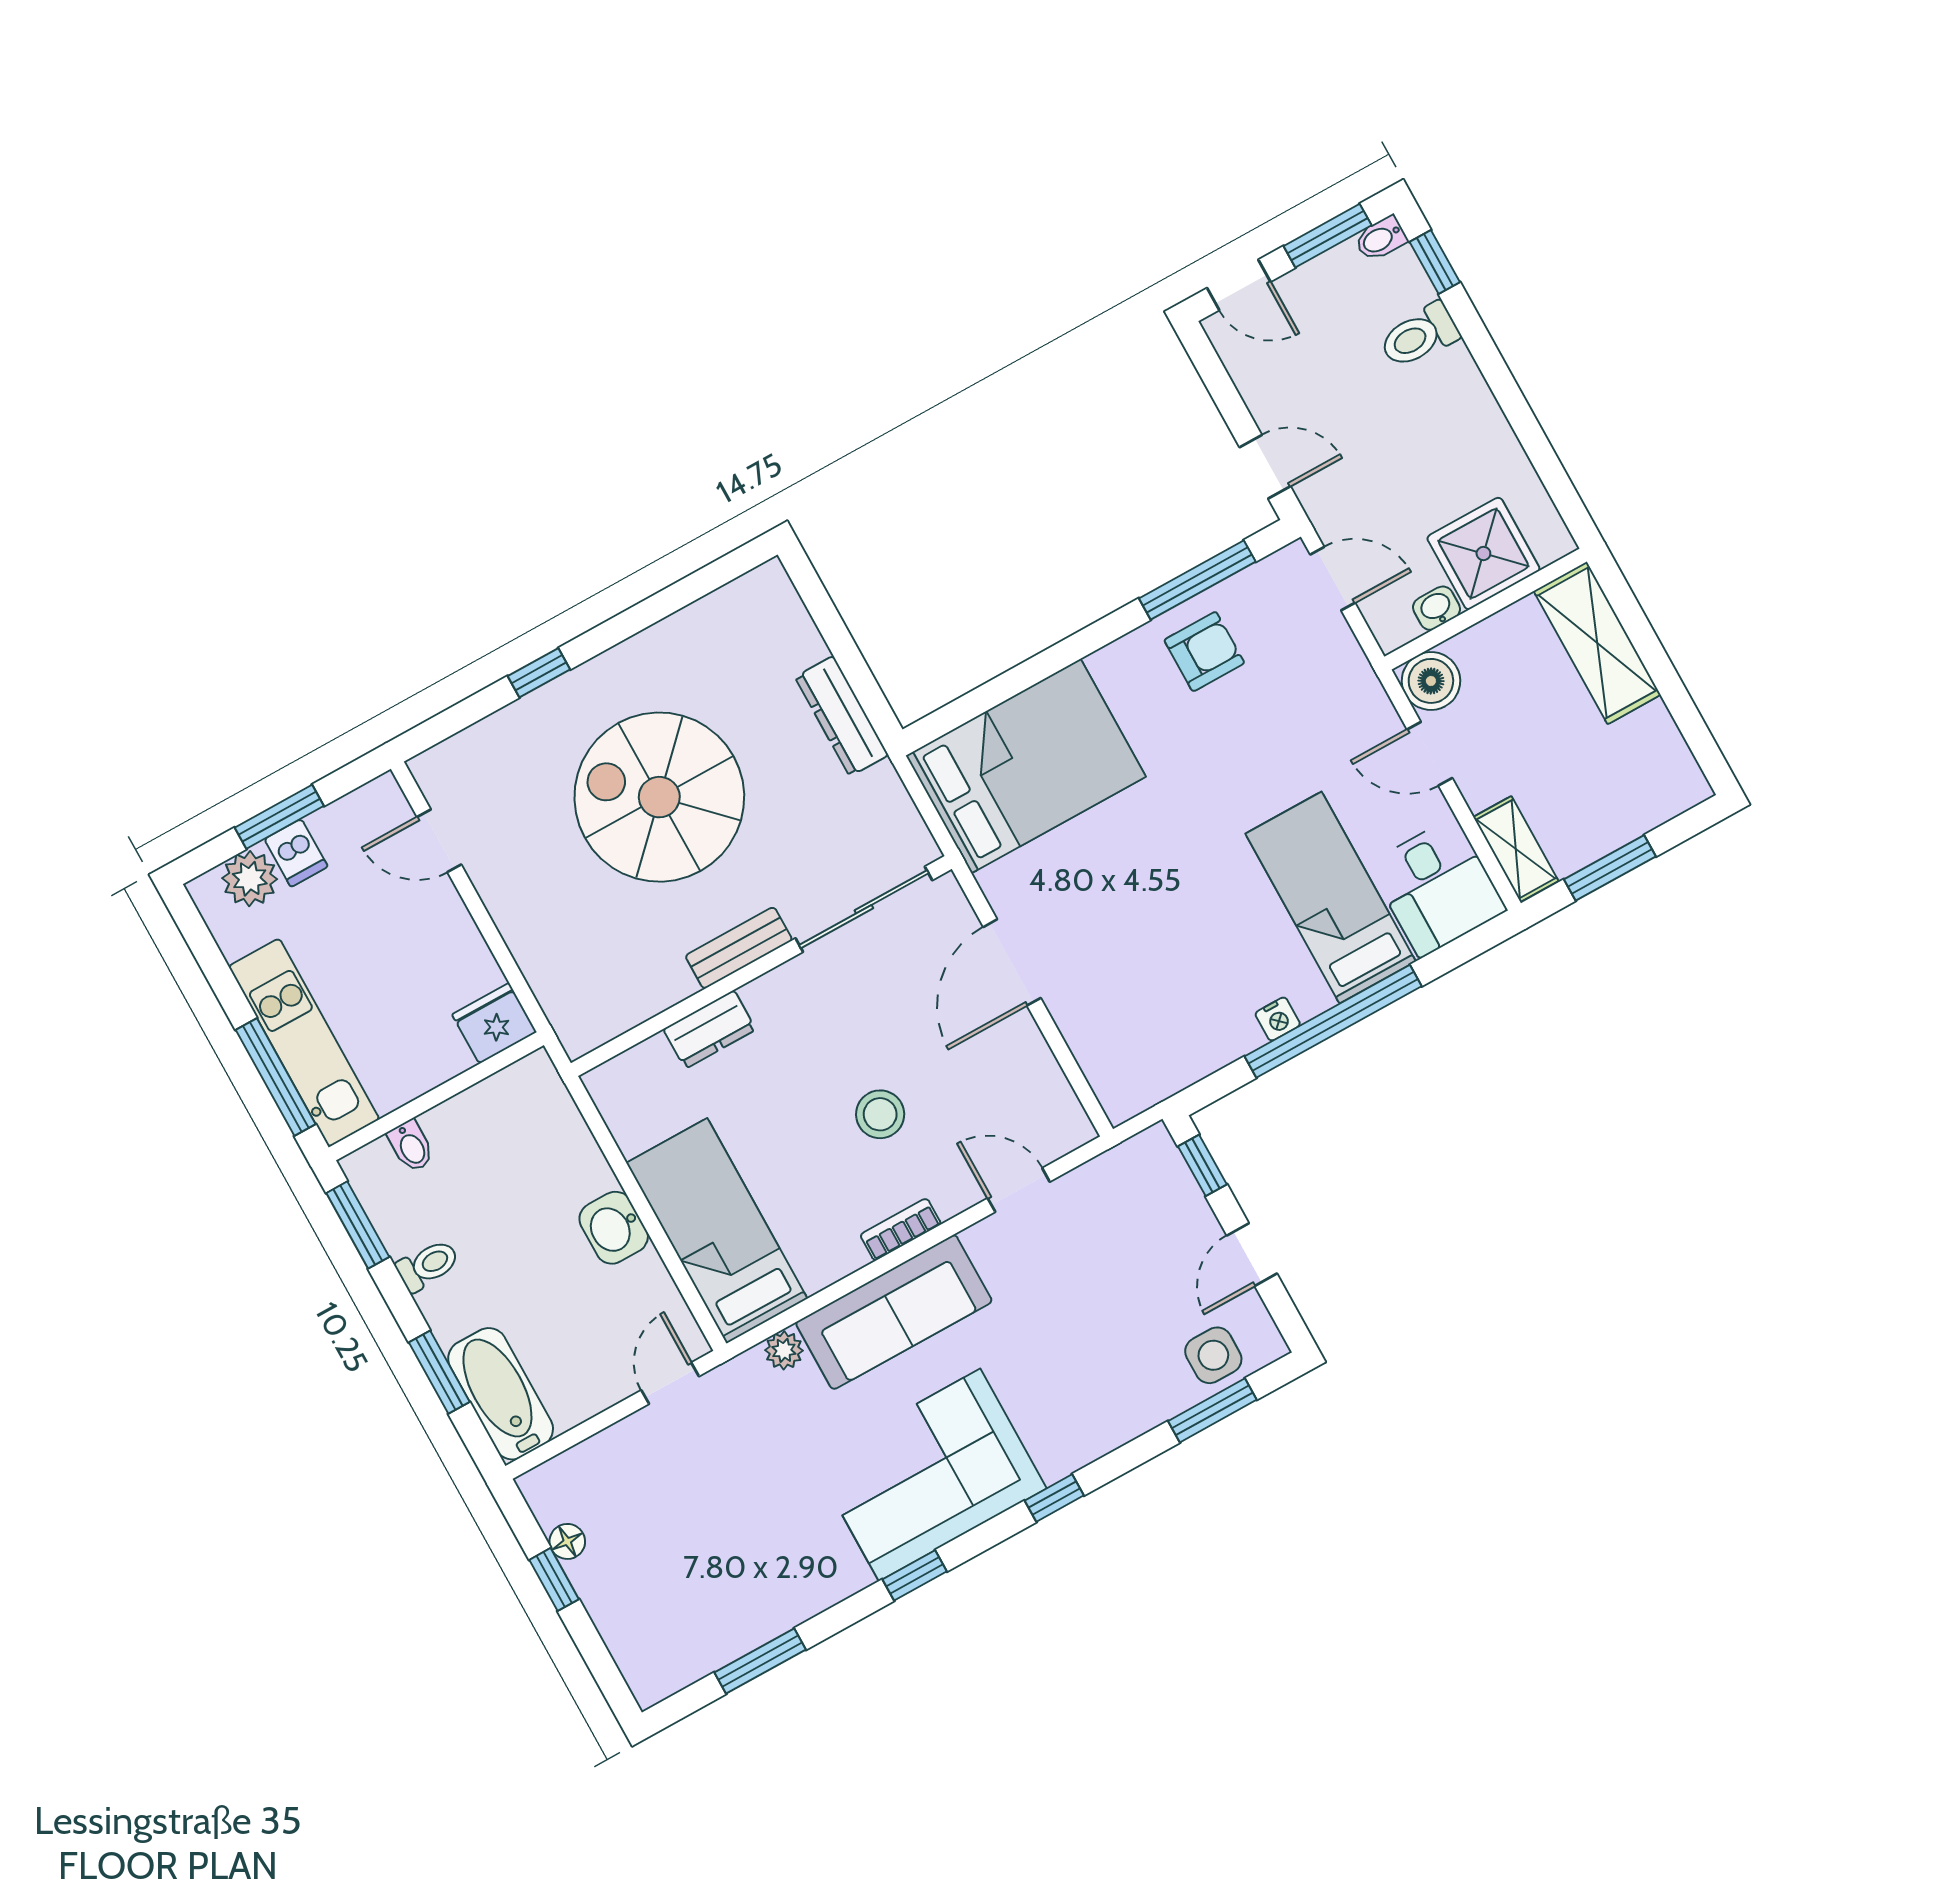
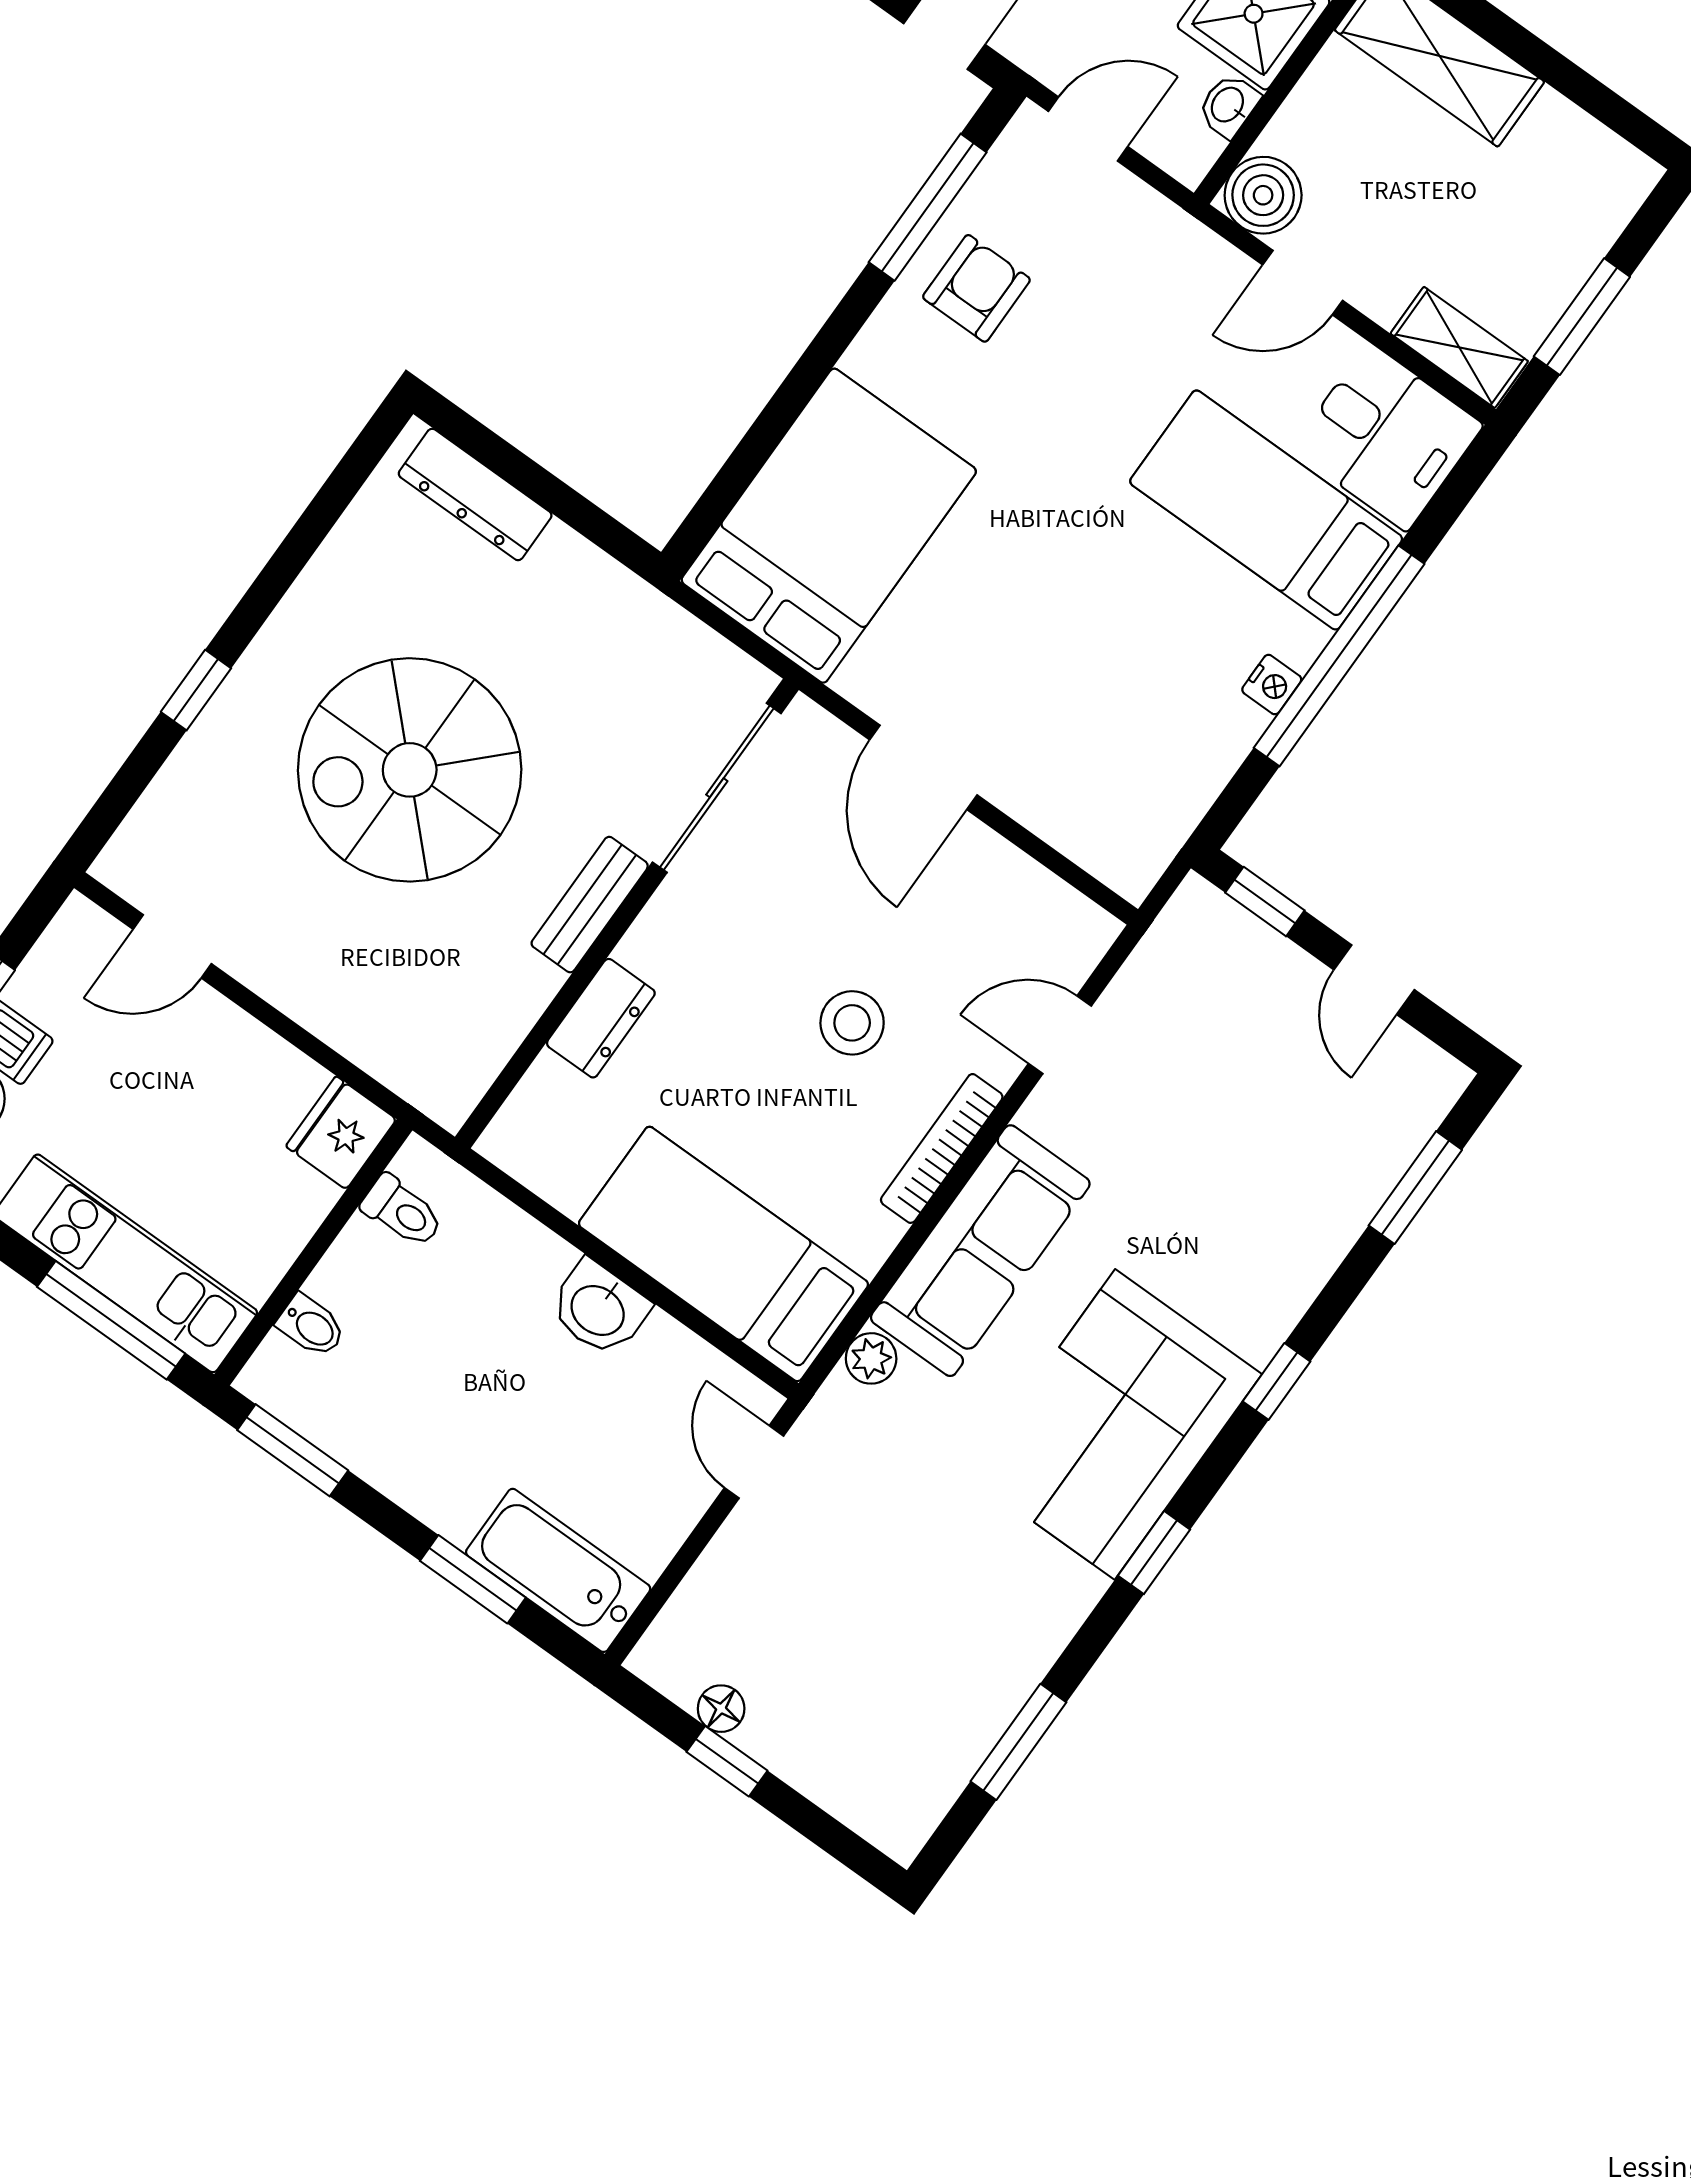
dresser: (842, 716) -> (475, 494), moved
bookcase: (901, 1229) -> (942, 1148), width x1.56
toilet: (428, 1265) -> (402, 1211), moved, turned 90
side table: (1213, 1355) -> (1385, 1121), removed

